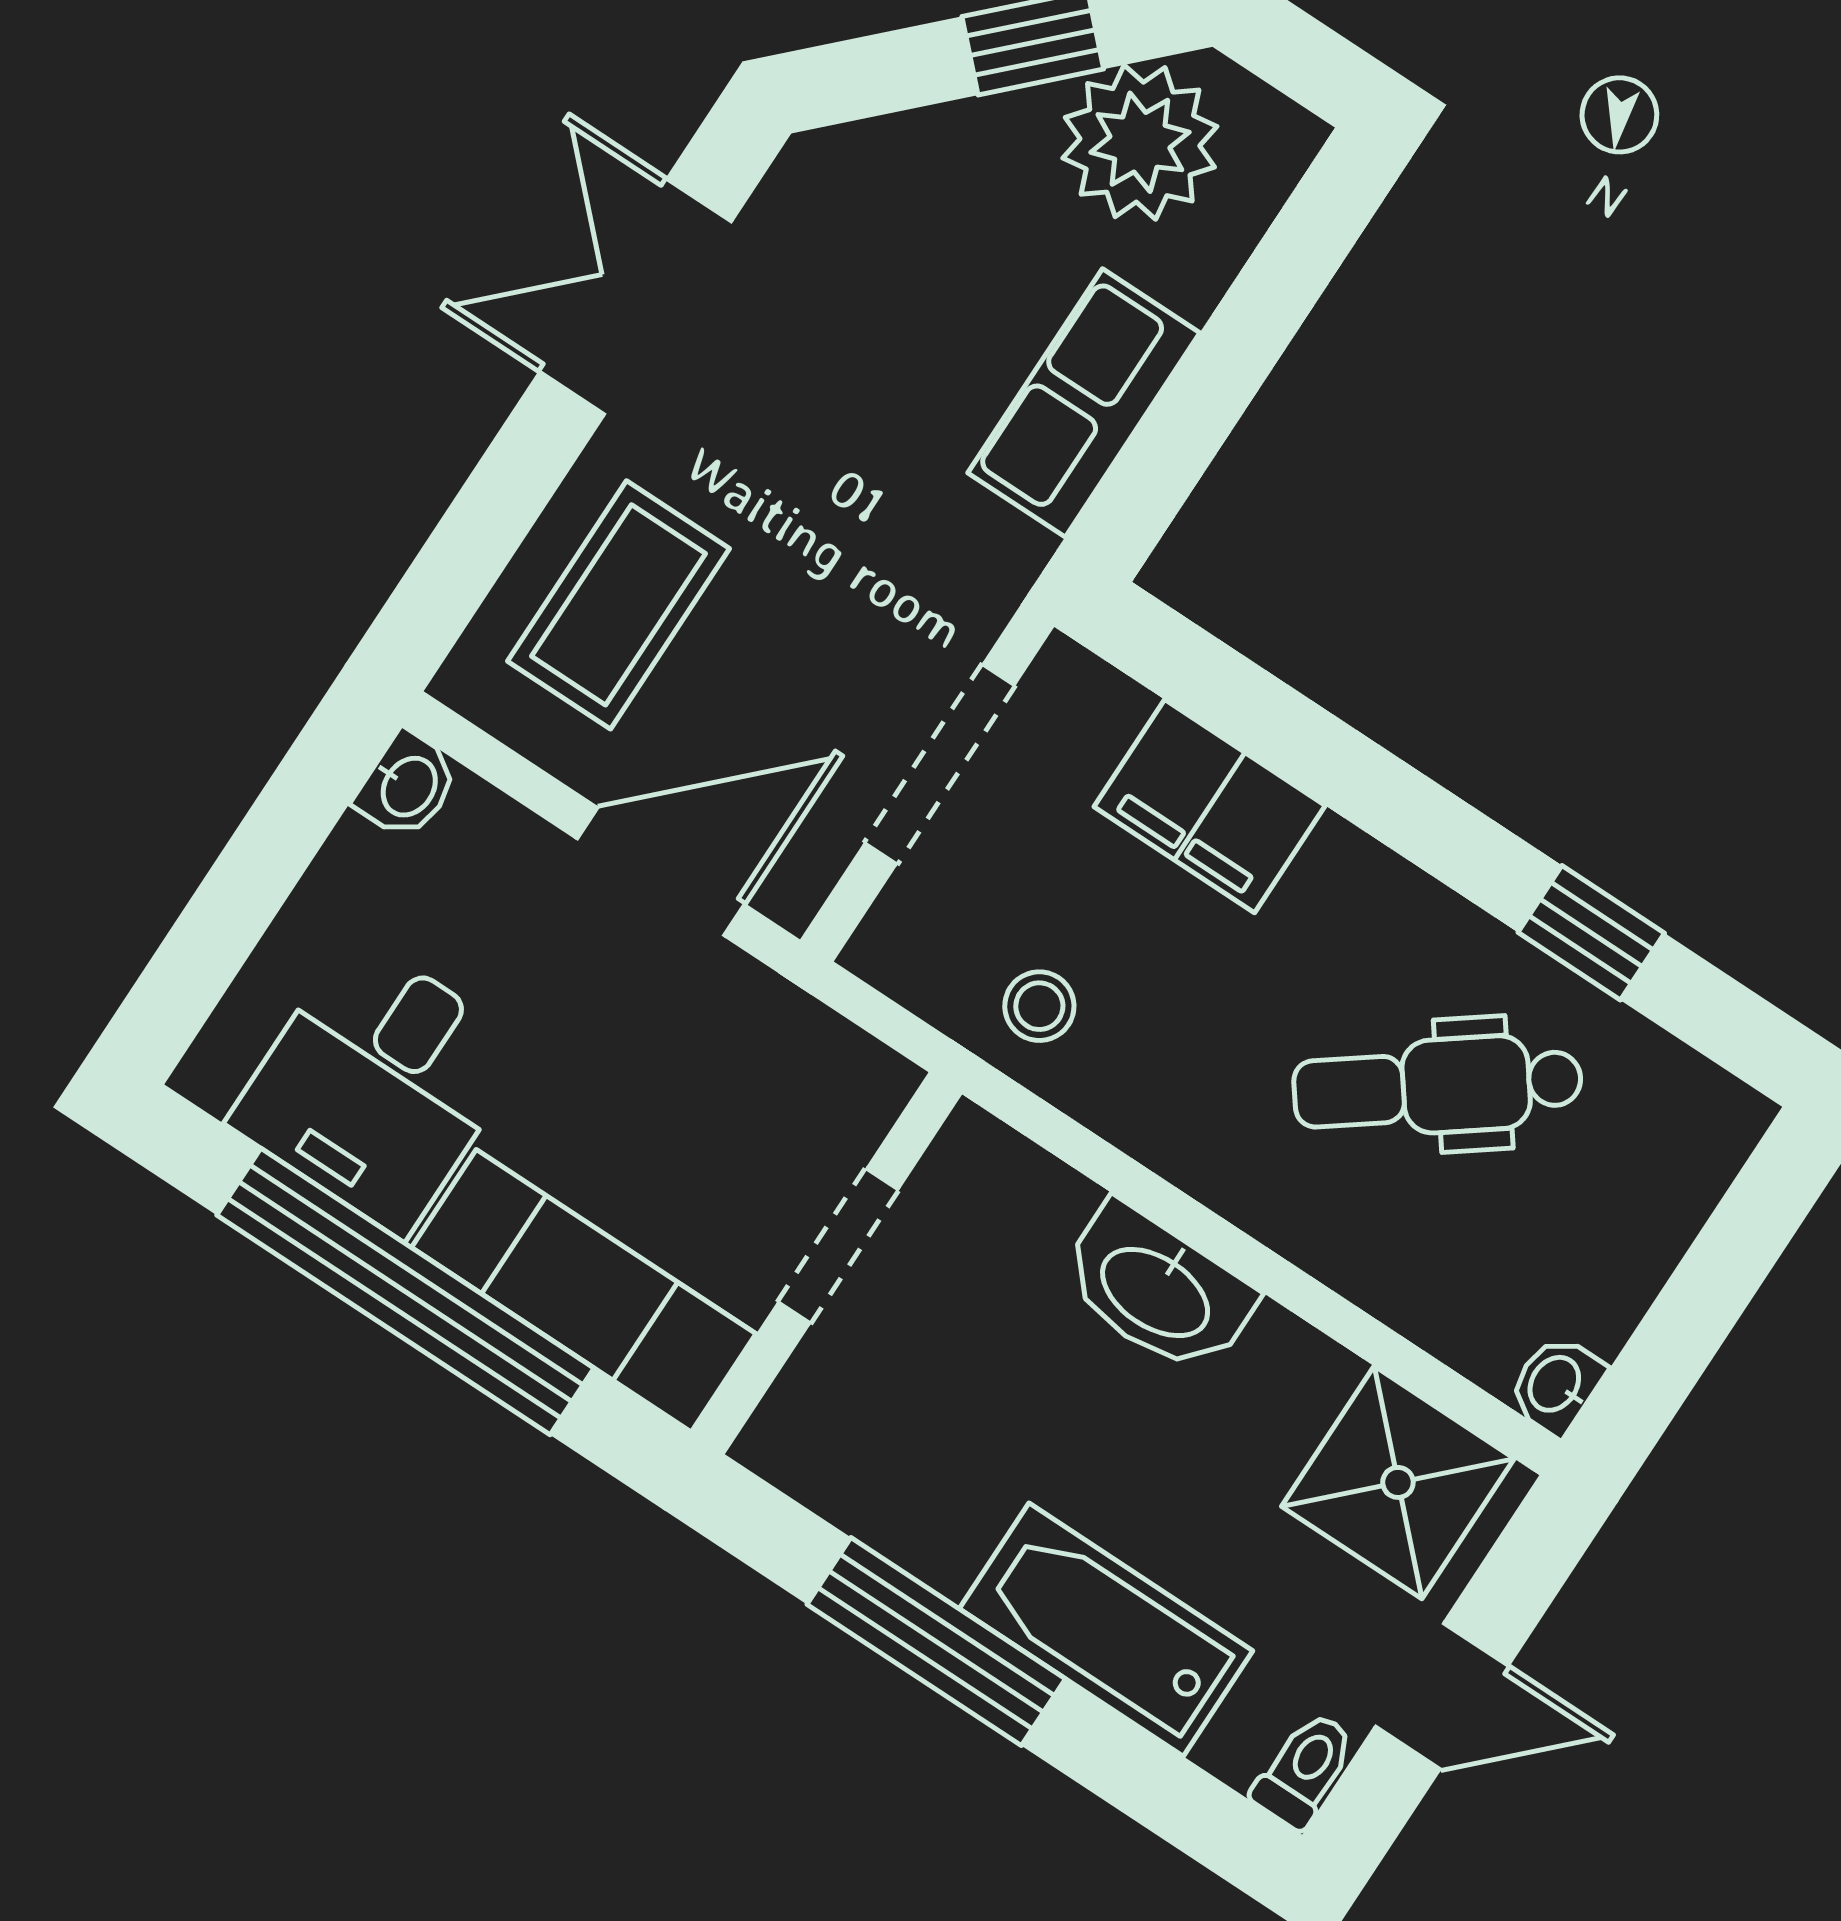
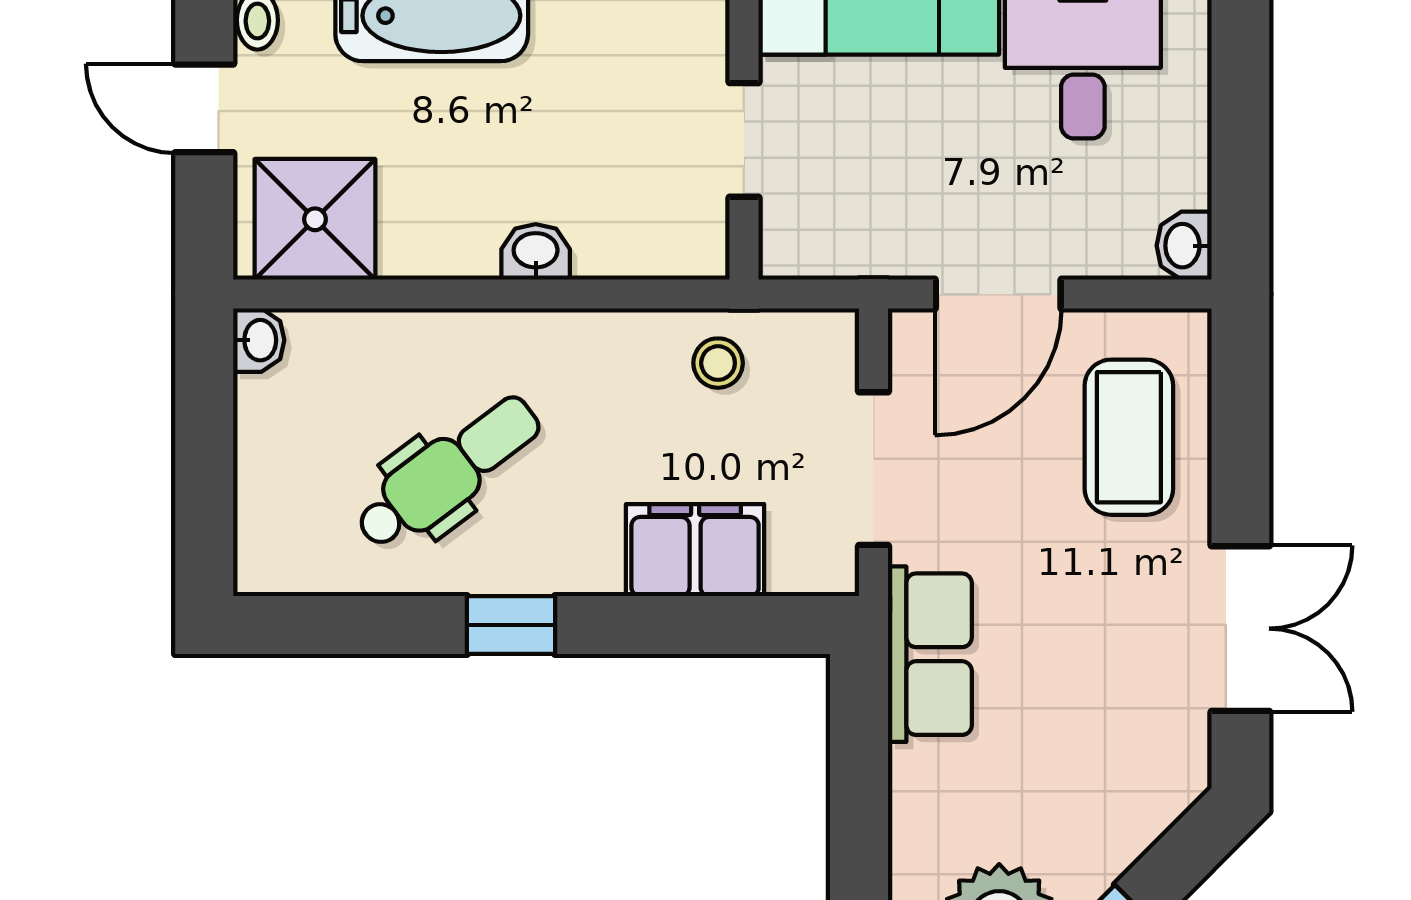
row of seats: (1084, 403) -> (930, 654), moved
window: (1591, 933) -> (511, 625), moved
washbasin: (1157, 1290) -> (536, 252), width x0.52, depth x0.69
door: (1442, 1696) -> (204, 108), hinge flipped

